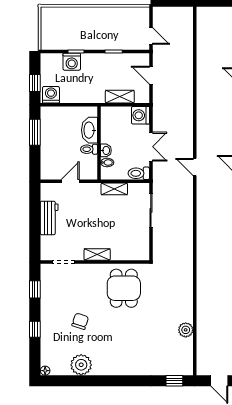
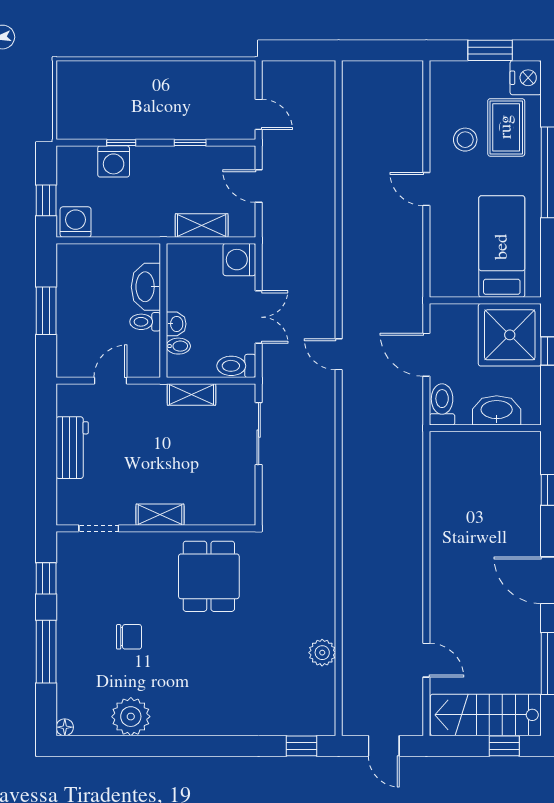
window: (35, 132) -> (46, 311), moved
chair: (80, 321) -> (129, 637), turned 72
window: (35, 329) -> (46, 652), width x2.17

